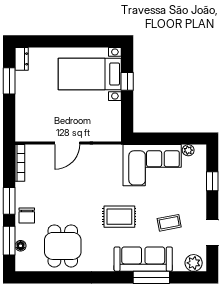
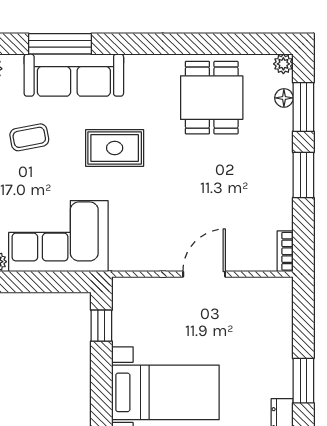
window: (127, 81) -> (101, 326), moved
bookcase: (20, 163) -> (285, 251), width x0.64
chair: (27, 216) -> (273, 150), removed
plant: (21, 266) -> (283, 64), added

